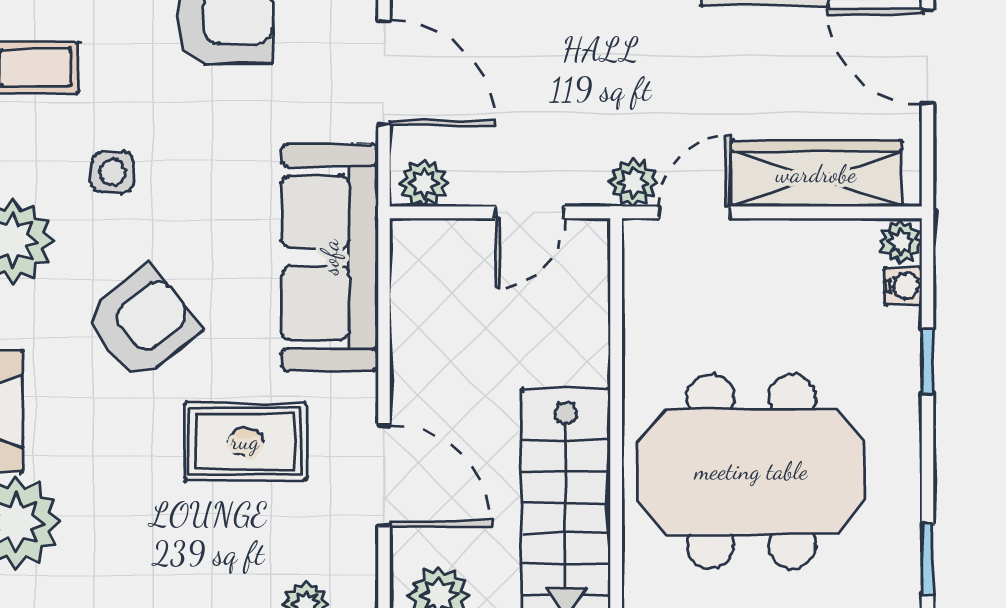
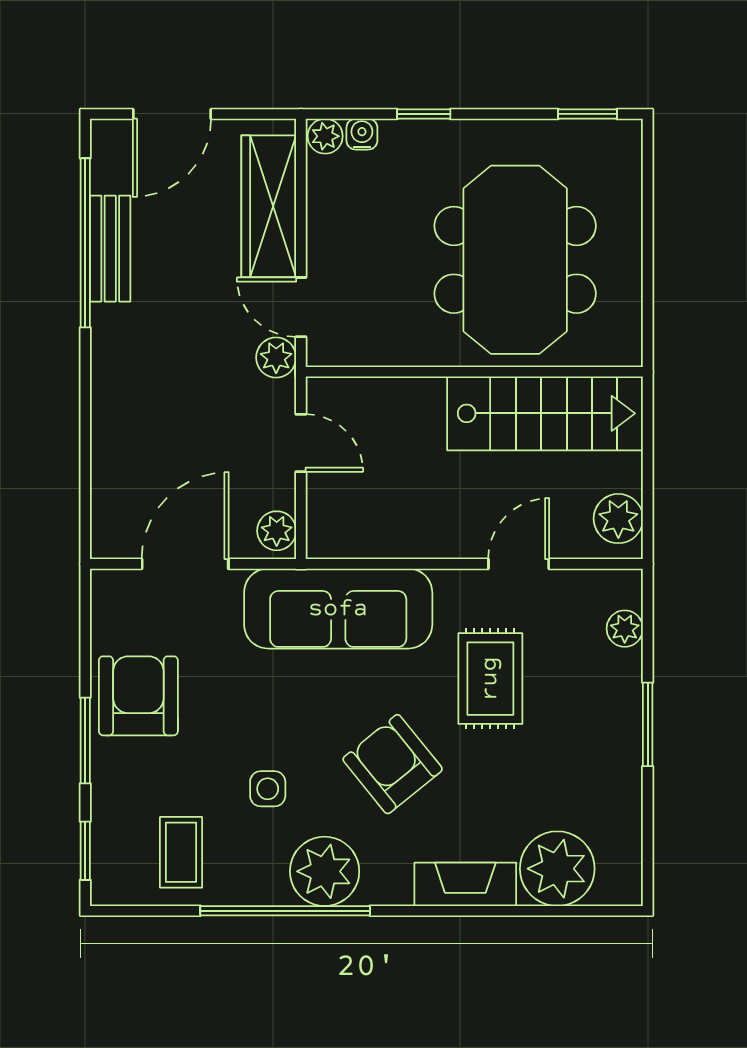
door: (384, 476) -> (519, 564), width x0.73

